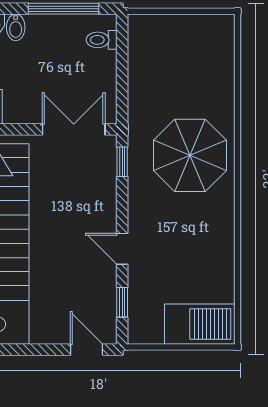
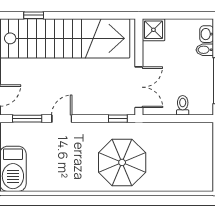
toilet: (102, 40) -> (183, 105), moved
window: (122, 302) -> (27, 119), width x1.50

